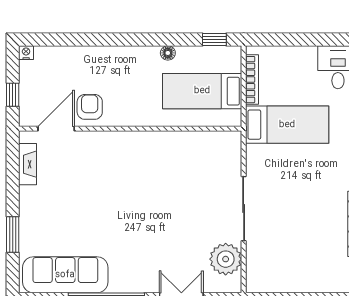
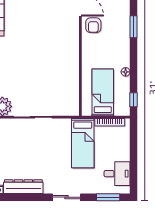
window: (92, 40) -> (134, 27), added
armchair: (90, 107) -> (93, 25), turned 90

